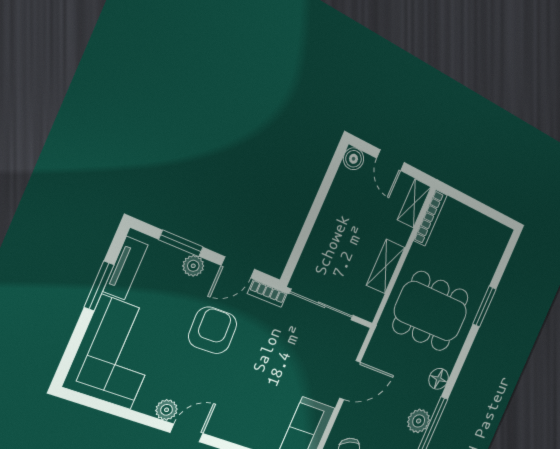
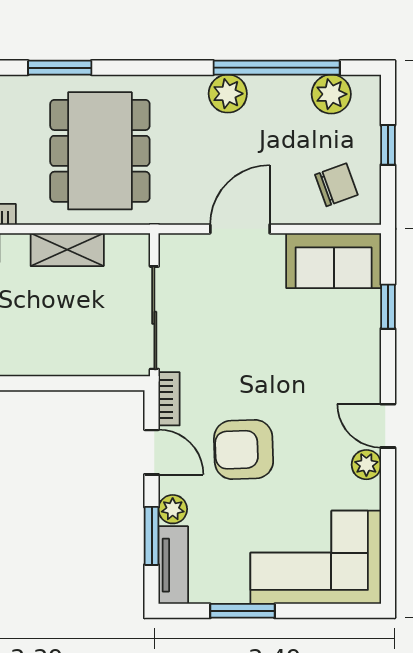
tv unit: (125, 268) -> (173, 565), moved, turned 90
floor lamp: (439, 379) -> (189, 91), removed
door: (350, 380) -> (240, 229), hinge flipped
plant: (419, 421) -> (228, 94), moved

